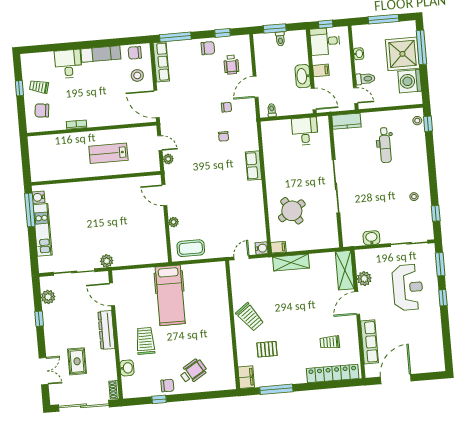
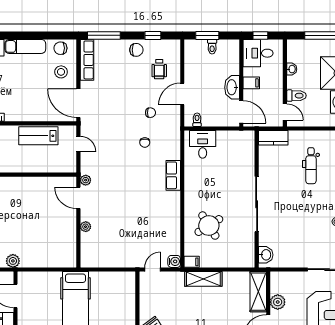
desk: (305, 131) -> (203, 144), moved
lab bench: (108, 153) -> (38, 136), moved
plant: (168, 159) -> (86, 180), moved
washbasin: (371, 238) -> (266, 255), moved, turned 90
coffee table: (191, 248) -> (101, 255), removed

